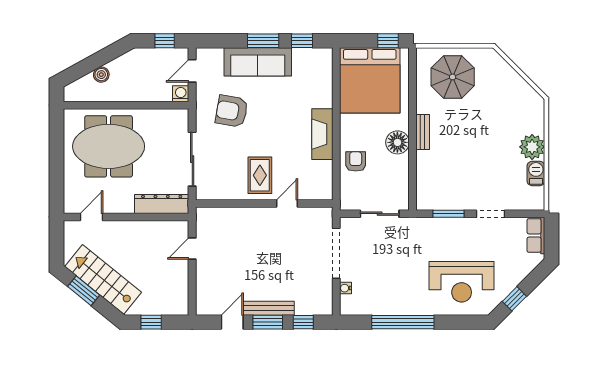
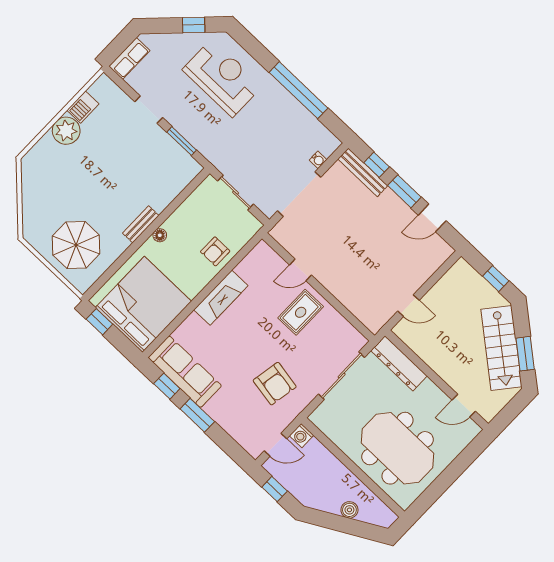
sofa: (258, 62) -> (185, 372), moved
floor lamp: (397, 142) -> (160, 235), width x0.53, depth x0.53
bench: (269, 308) -> (363, 172), moved

